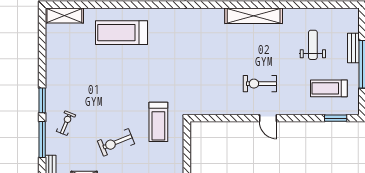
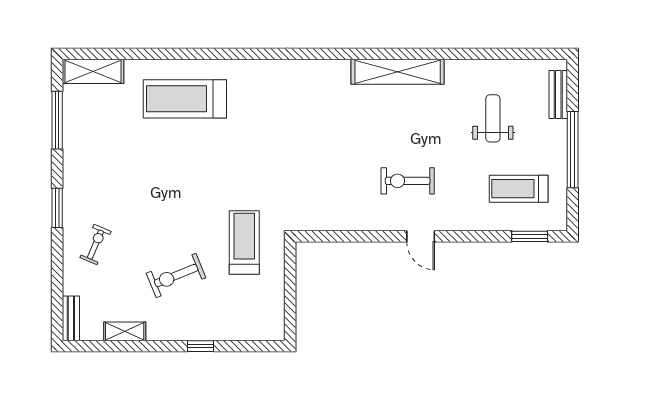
bench: (353, 48) -> (558, 94), moved
treadmill: (158, 122) -> (244, 243), turned 180
window: (42, 140) -> (57, 120), moved

